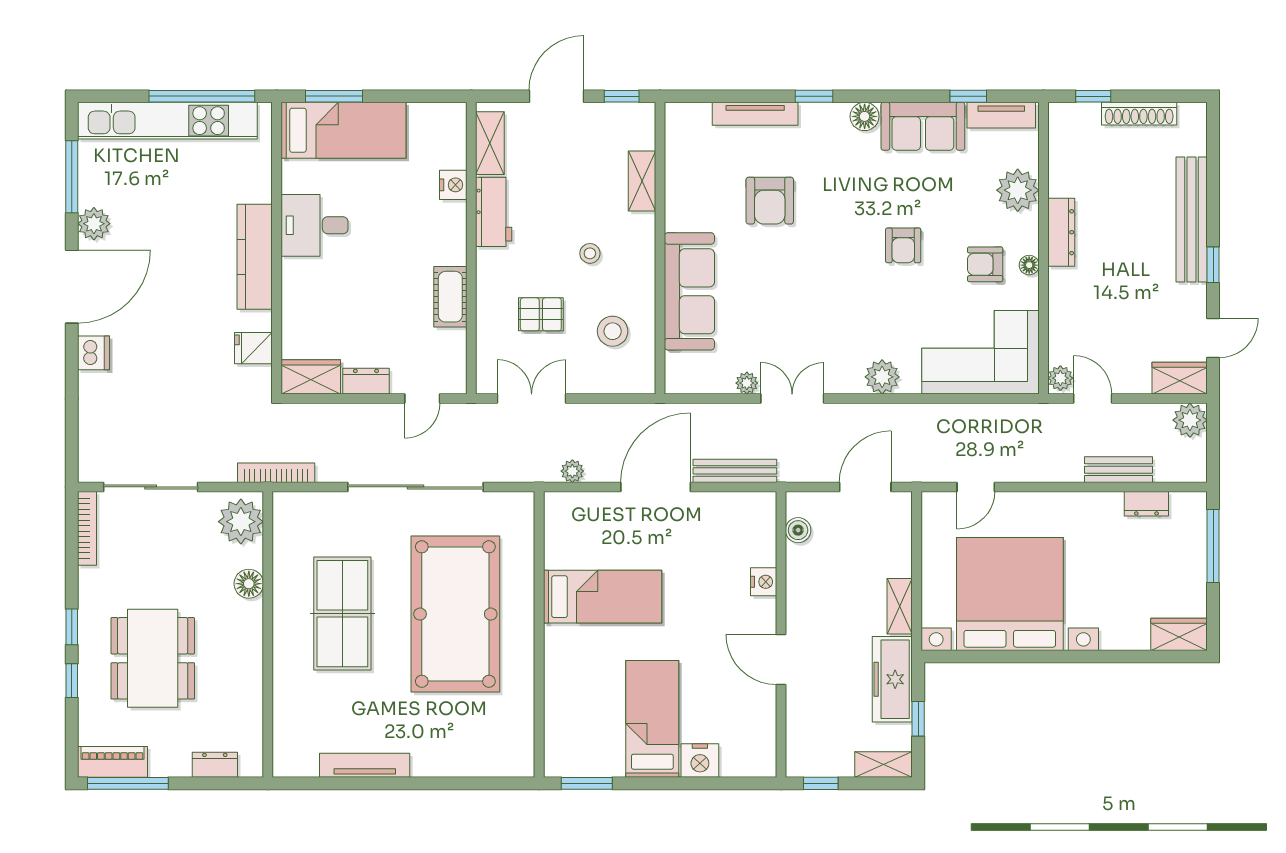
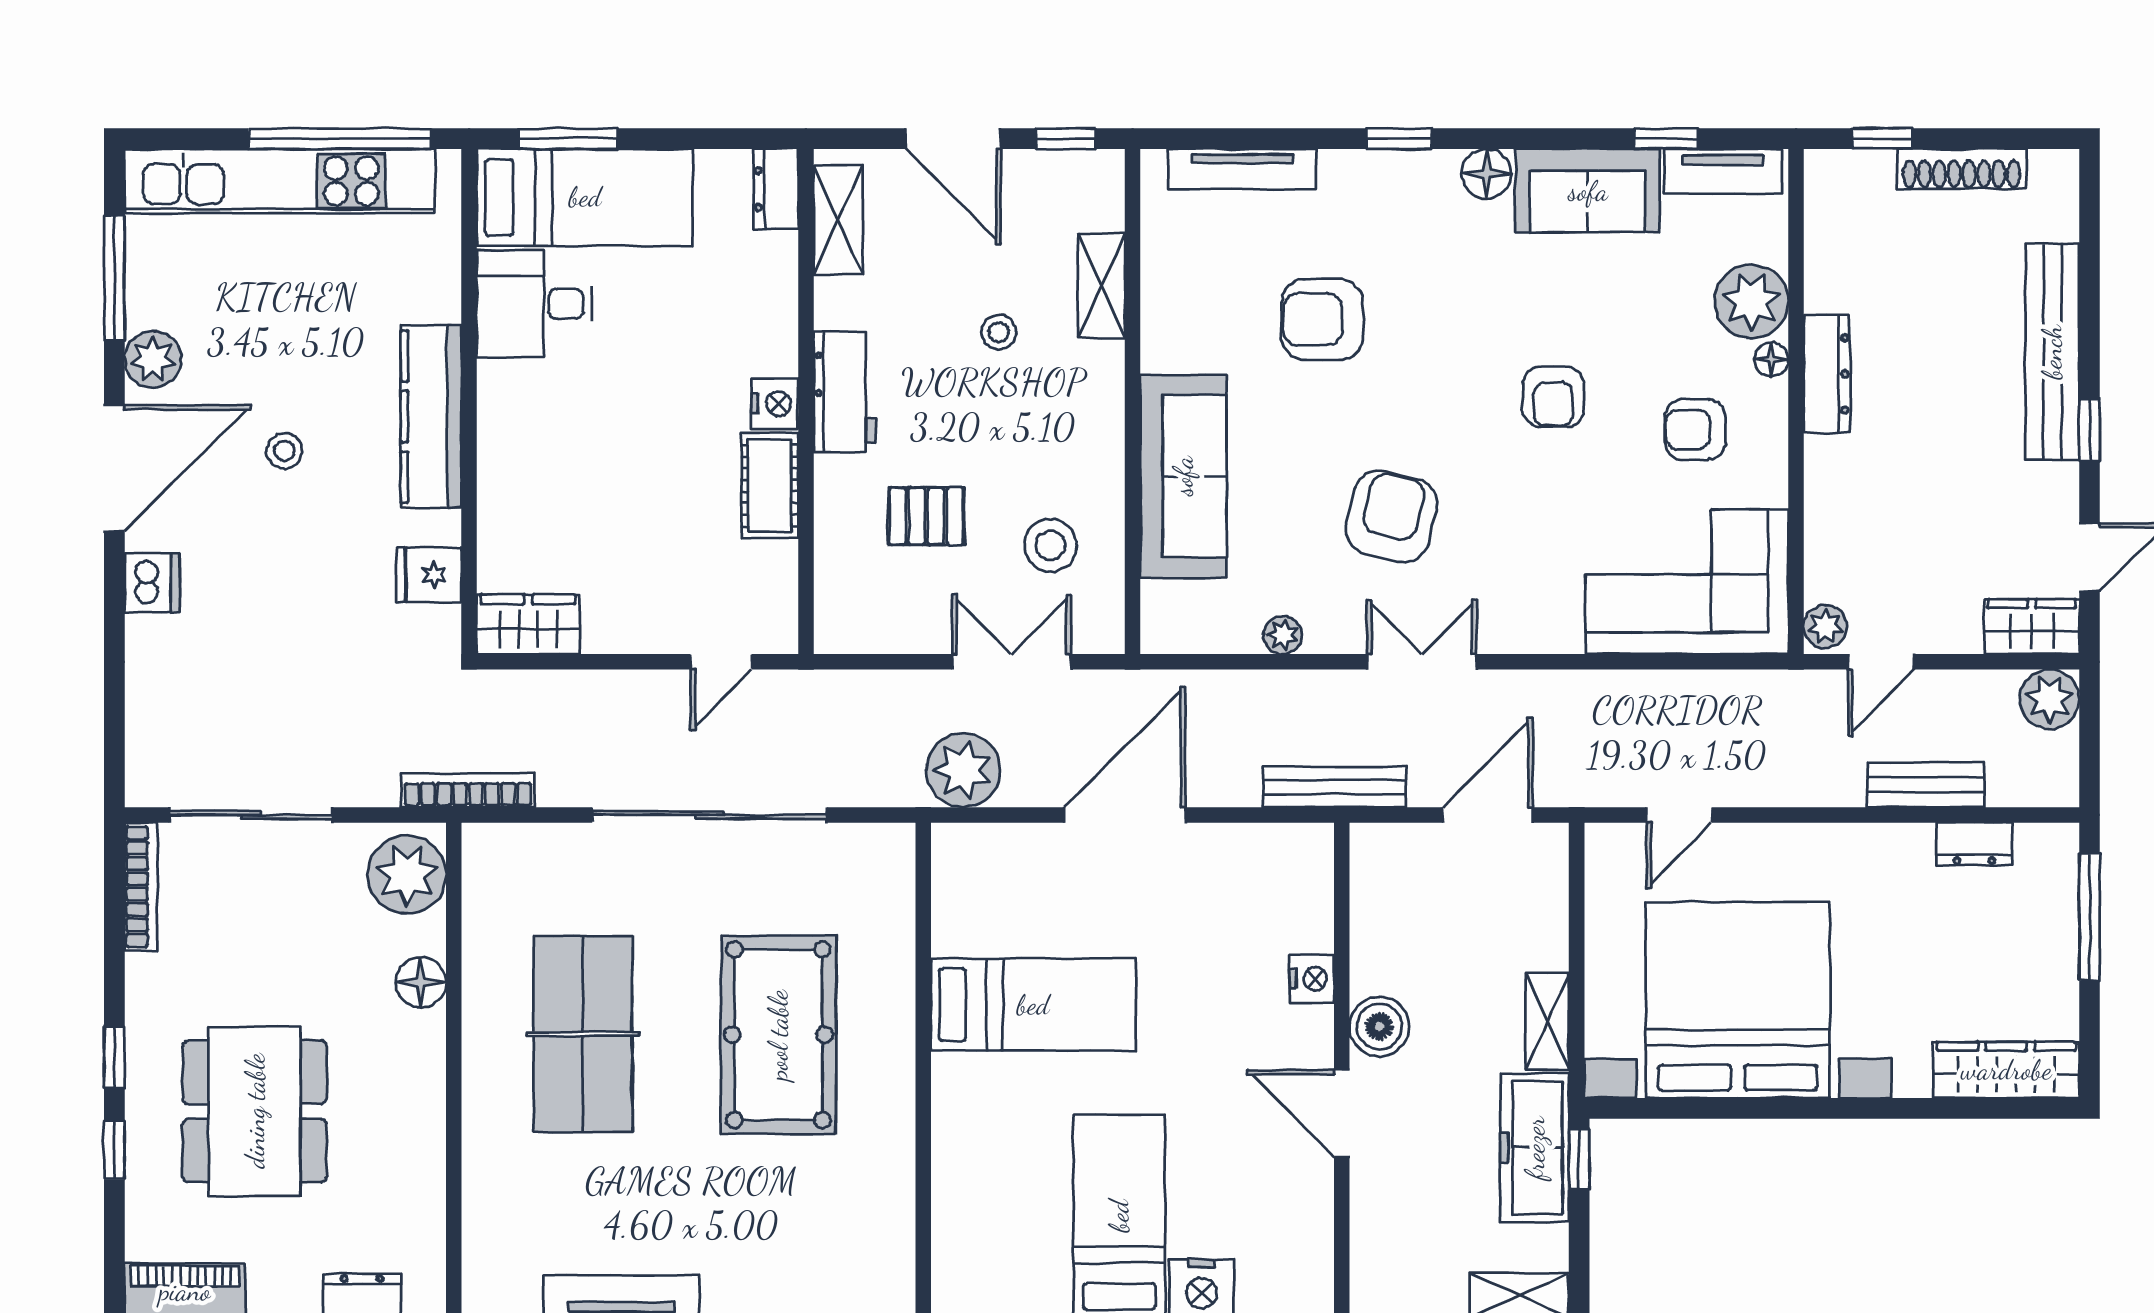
door: (557, 96) -> (953, 139), swing flipped
tv unit: (755, 114) -> (1242, 169), moved
nightstand: (453, 185) -> (775, 403), moved
armchair: (770, 201) -> (1322, 319), turned 90
workbench: (494, 212) -> (845, 392), moved
desk: (314, 225) -> (535, 304), moved
stool: (590, 253) -> (999, 332), moved
floor lamp: (1029, 265) -> (1771, 359), moved
stool: (170, 277) -> (284, 451), added
armchair: (810, 315) -> (1392, 517), added
plant: (882, 377) -> (1517, 624), removed
dresser: (366, 381) -> (776, 189), moved, turned -90
double door: (532, 399) -> (1011, 662), moved
double door: (792, 399) -> (1422, 662), moved
door: (1093, 399) -> (1881, 662), swing flipped
plant: (572, 471) -> (963, 770), width x1.87, depth x1.87
bench: (735, 471) -> (1335, 787), moved
boiler: (798, 530) -> (1379, 1026), moved, width x1.36, depth x1.36
pool table: (455, 614) -> (778, 1035), width x0.73, depth x0.76
wardrobe: (1179, 634) -> (2006, 1070), width x1.50
window: (918, 719) -> (1579, 1159), moved

